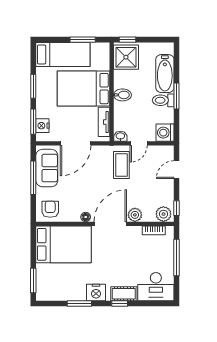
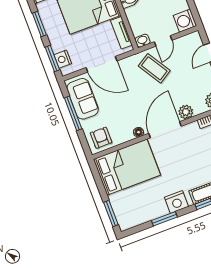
door: (76, 143) -> (102, 64), hinge flipped
coffee table: (121, 165) -> (154, 68), turned -32

